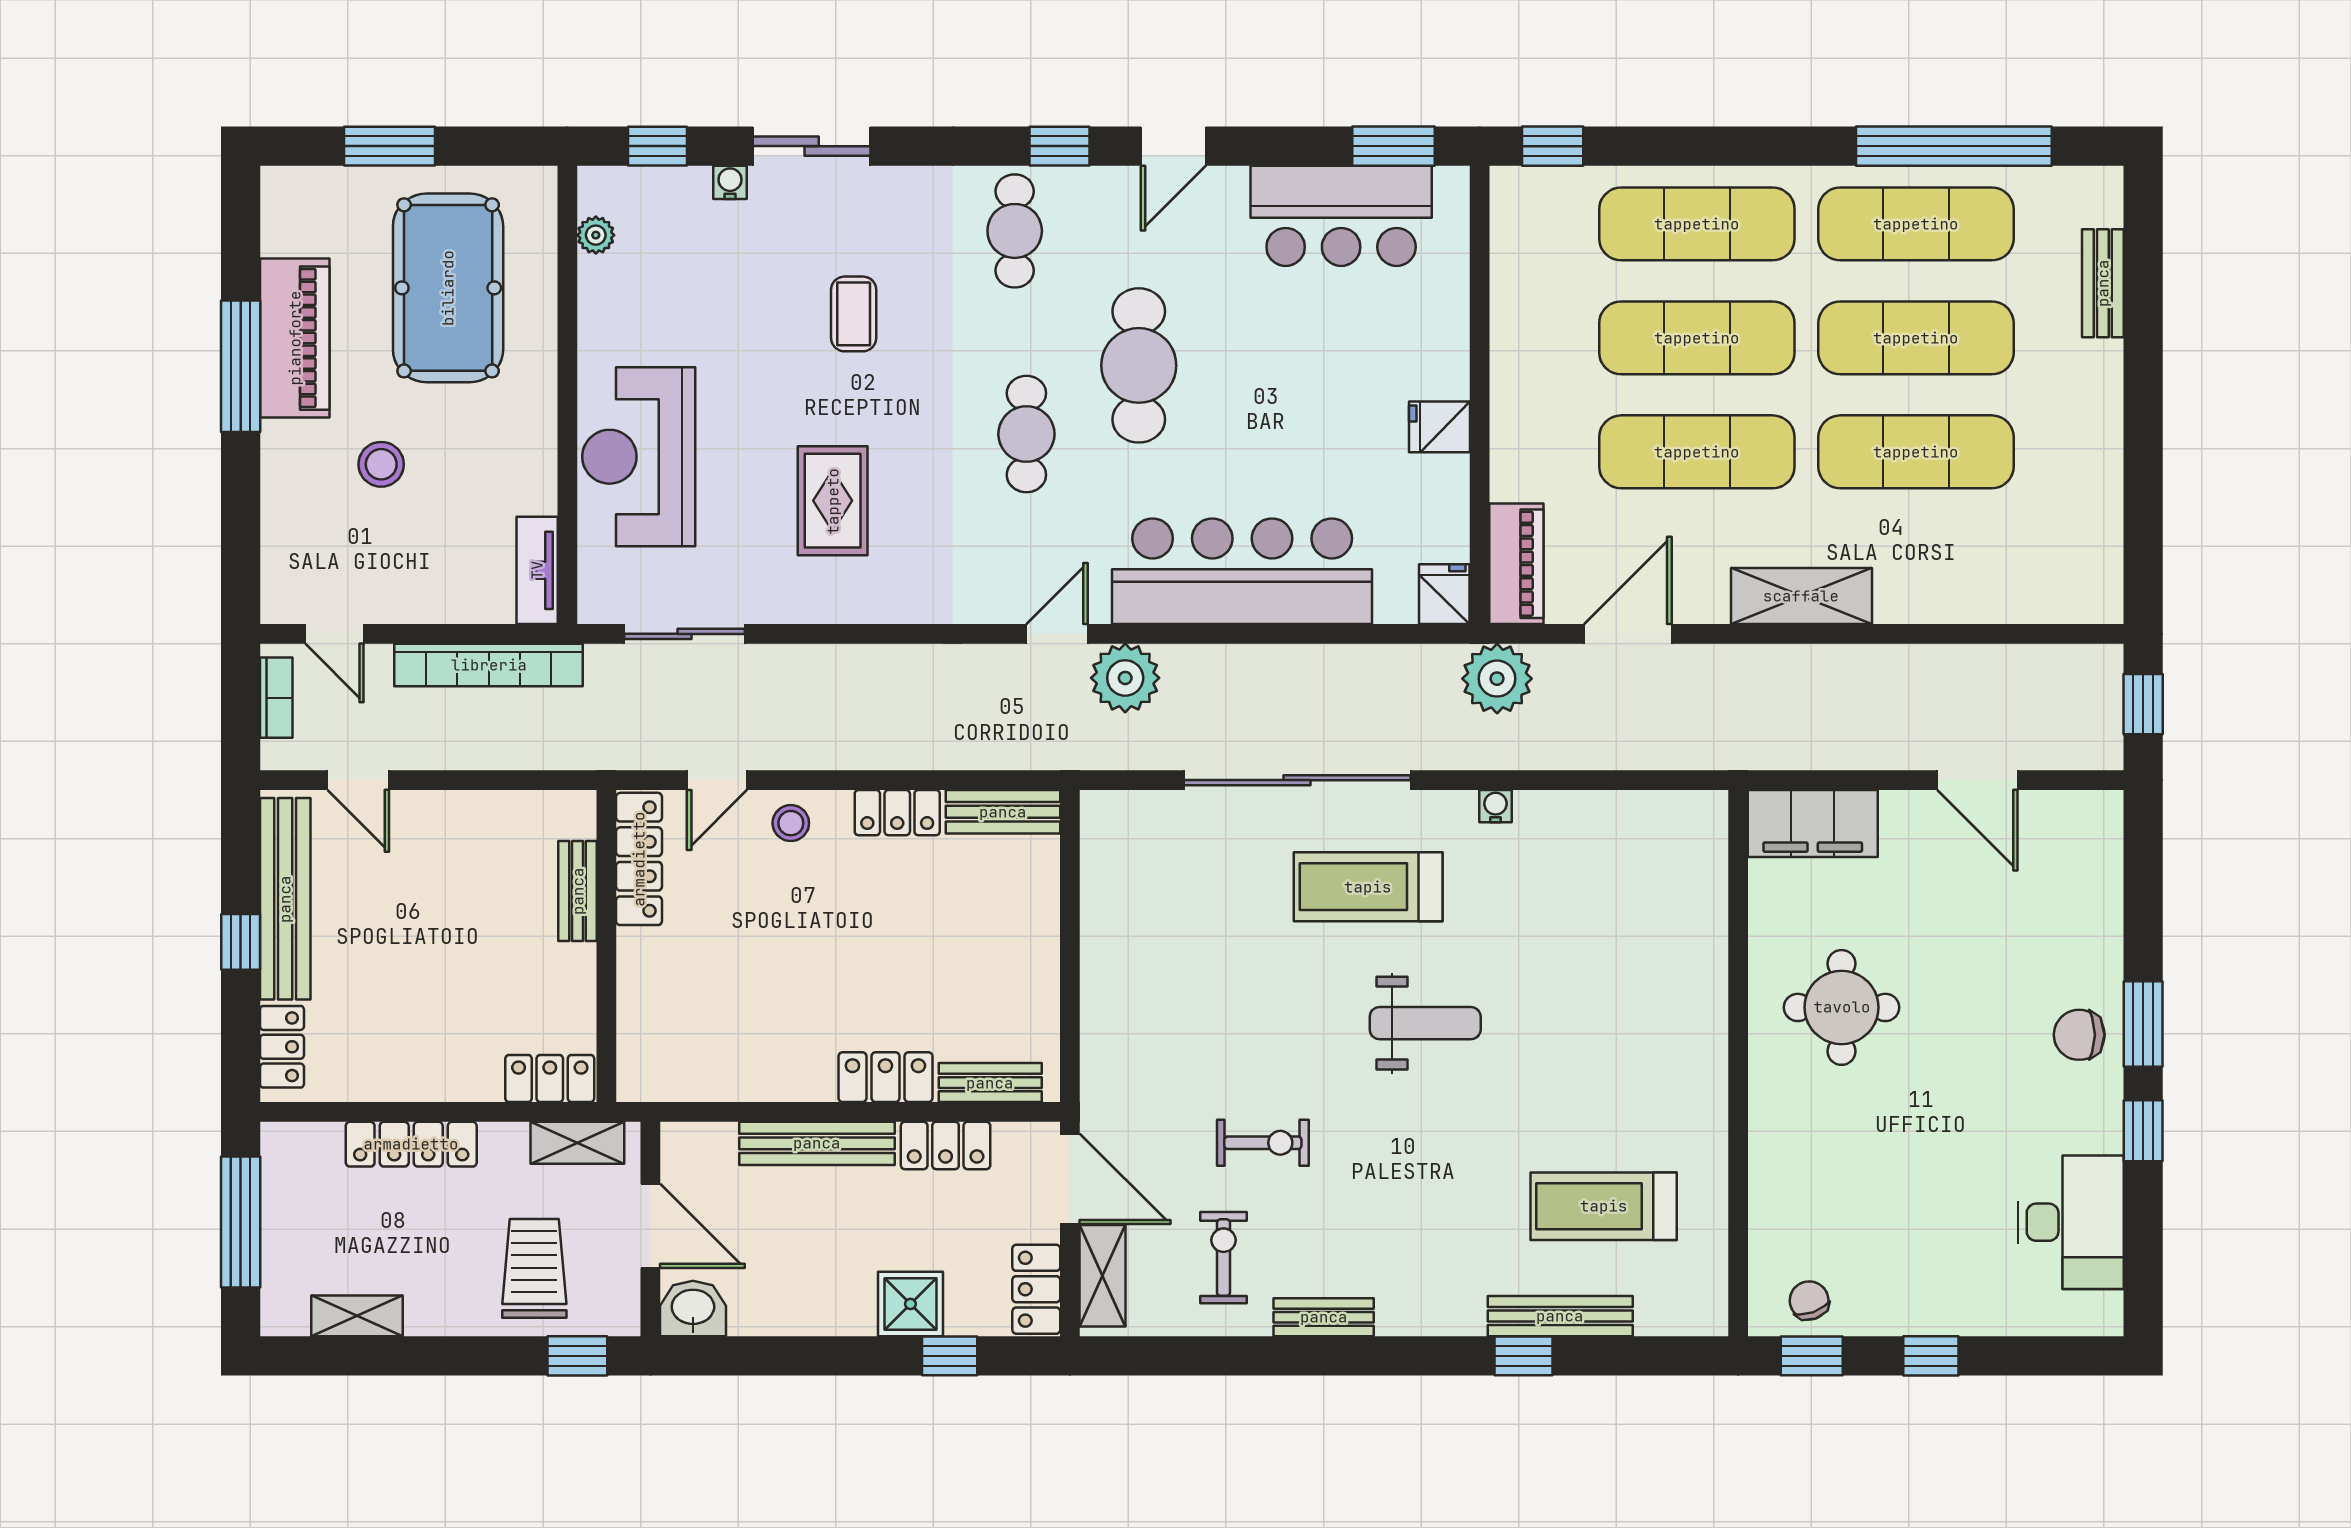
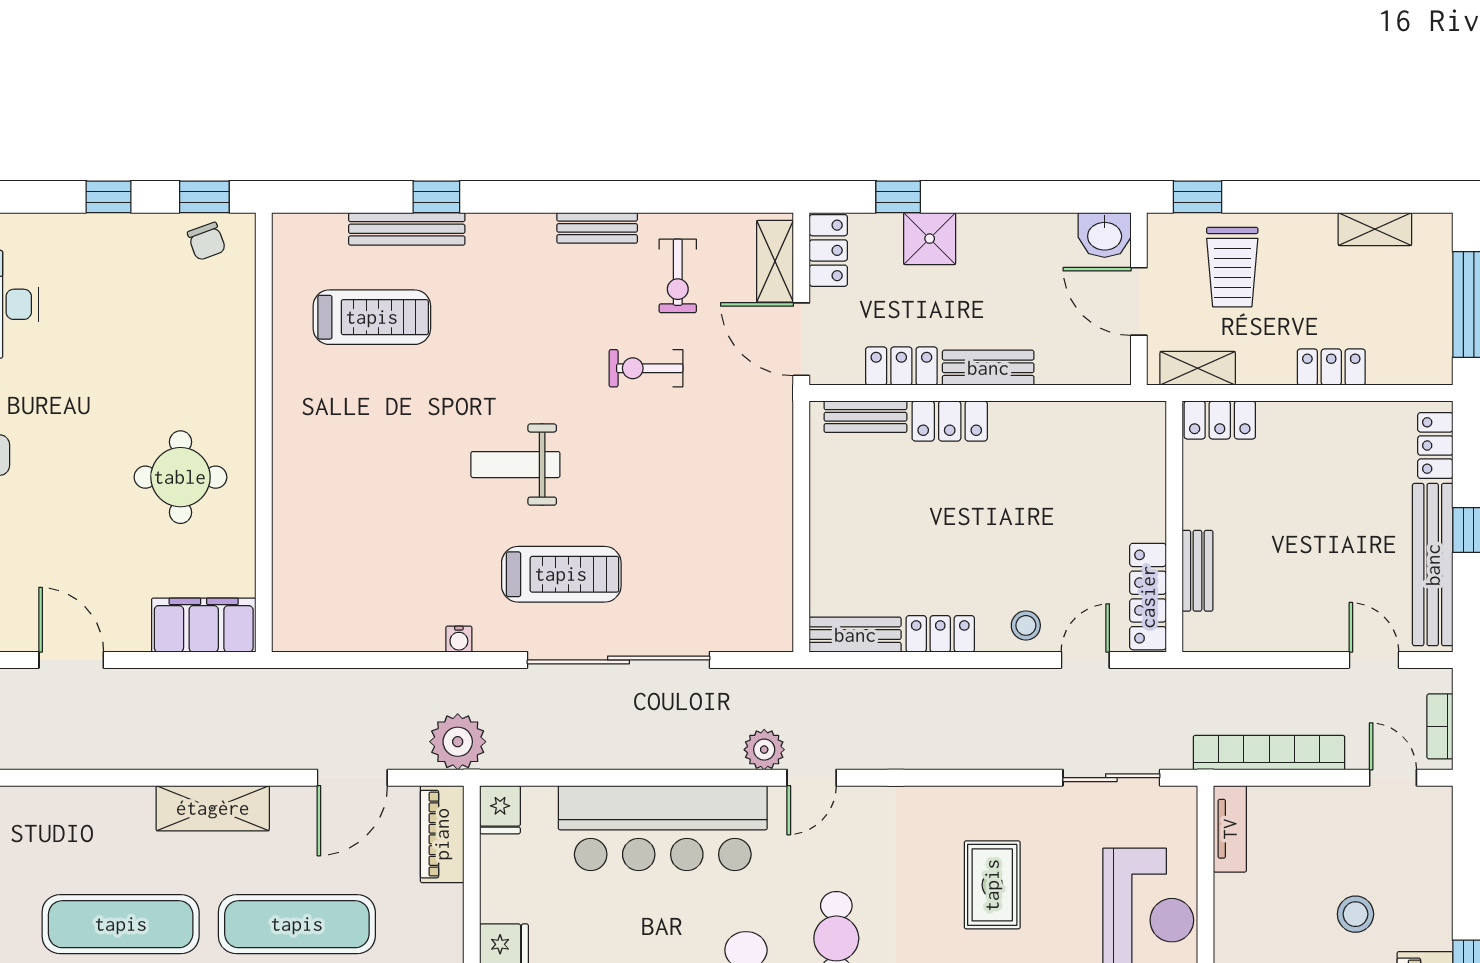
plant: (1125, 678) -> (764, 750), width x0.73, depth x0.73
bench: (817, 1143) -> (988, 368), width x0.73
locker: (411, 1144) -> (1331, 367), width x0.66

